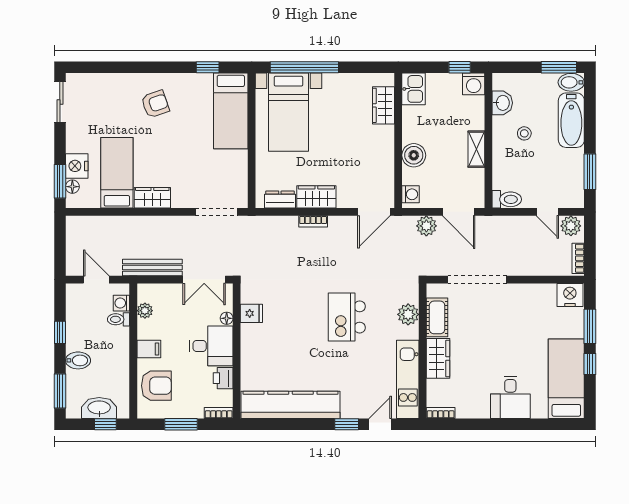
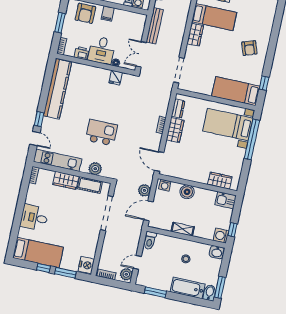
washbasin: (502, 103) -> (217, 252), moved
plant: (145, 311) -> (131, 16), removed

